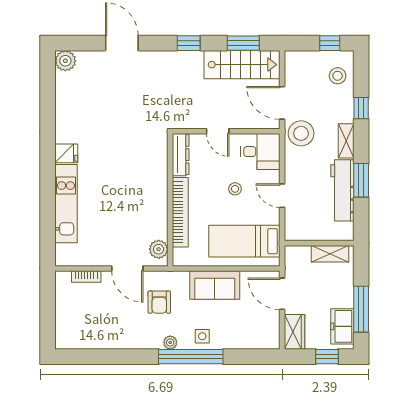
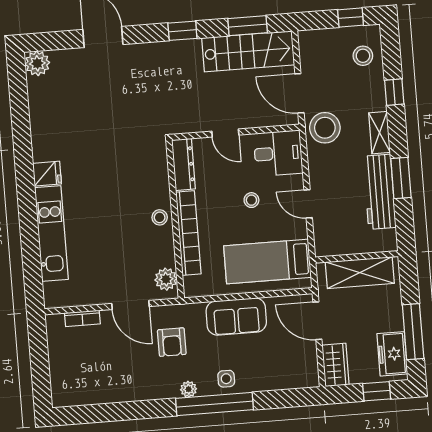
stool: (157, 197) -> (160, 217), added
shelving: (330, 254) -> (360, 273), width x1.50, depth x1.33

